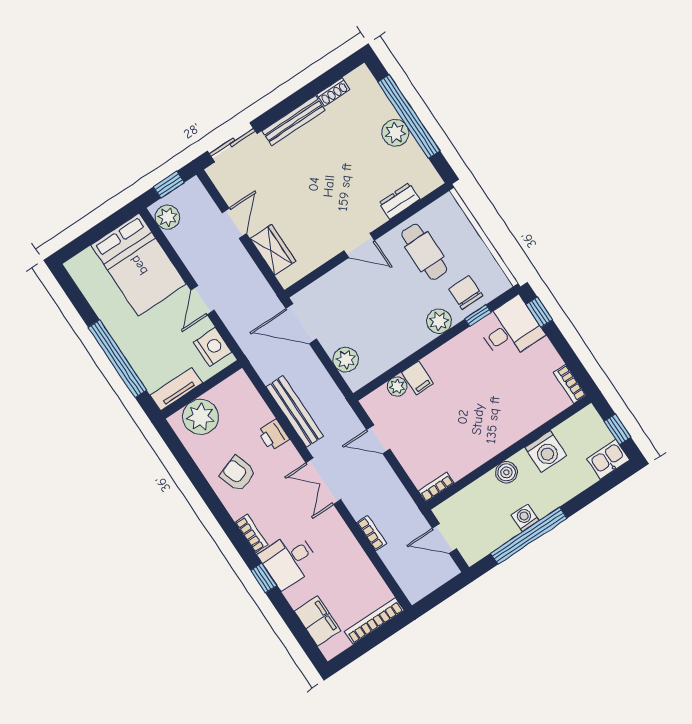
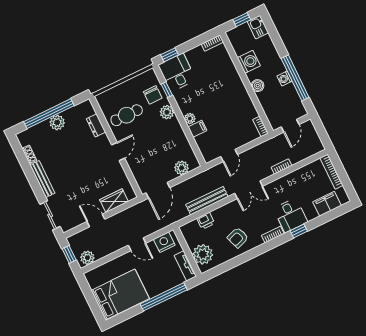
bed: (139, 265) -> (120, 294), moved
chair: (466, 292) -> (153, 95), turned -90
plant: (397, 387) -> (190, 119), moved
printer: (273, 435) -> (206, 221), moved

